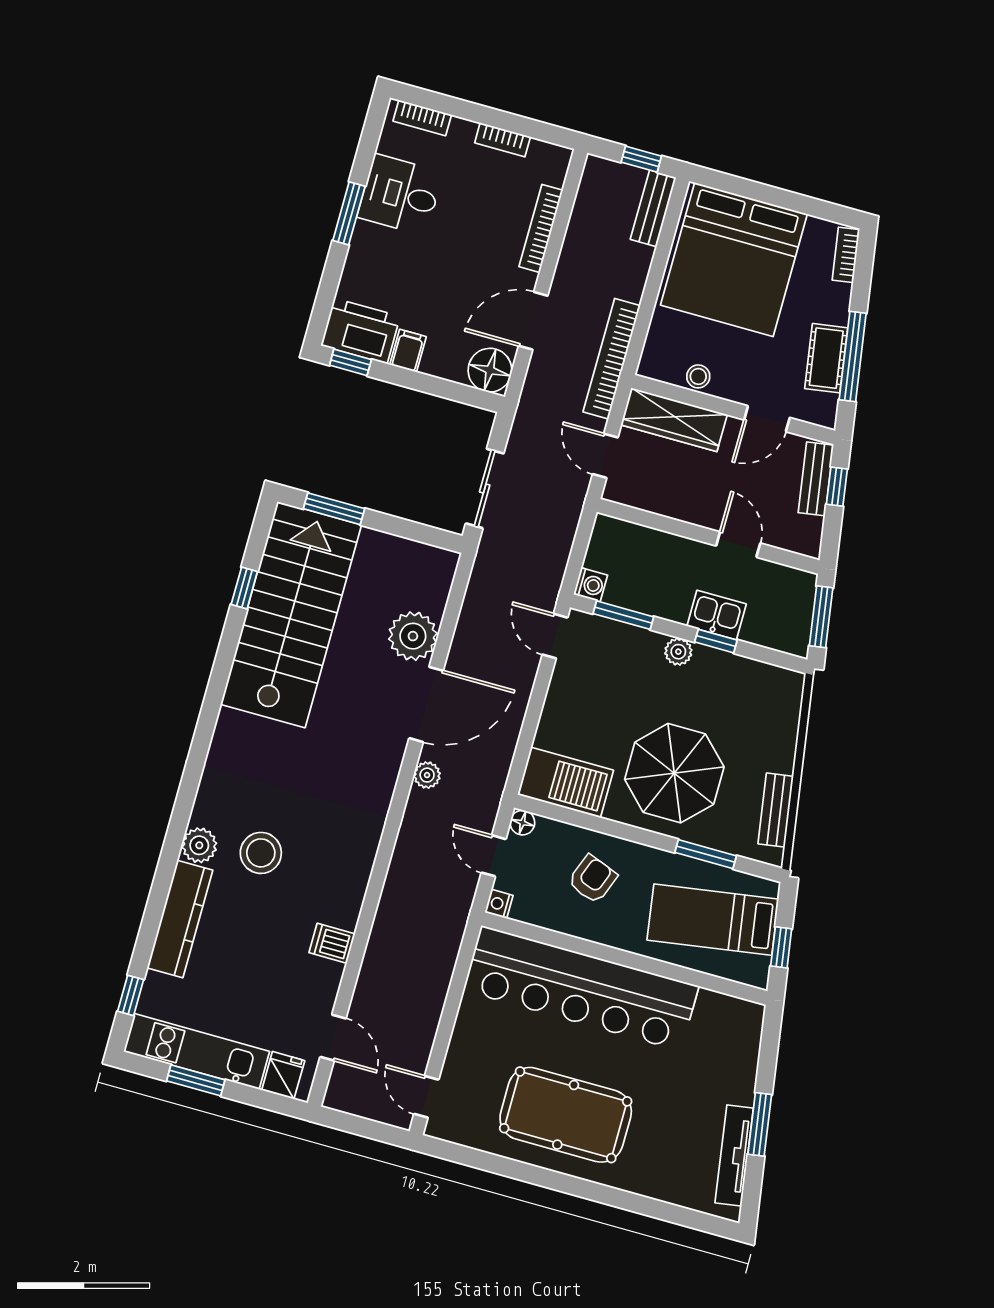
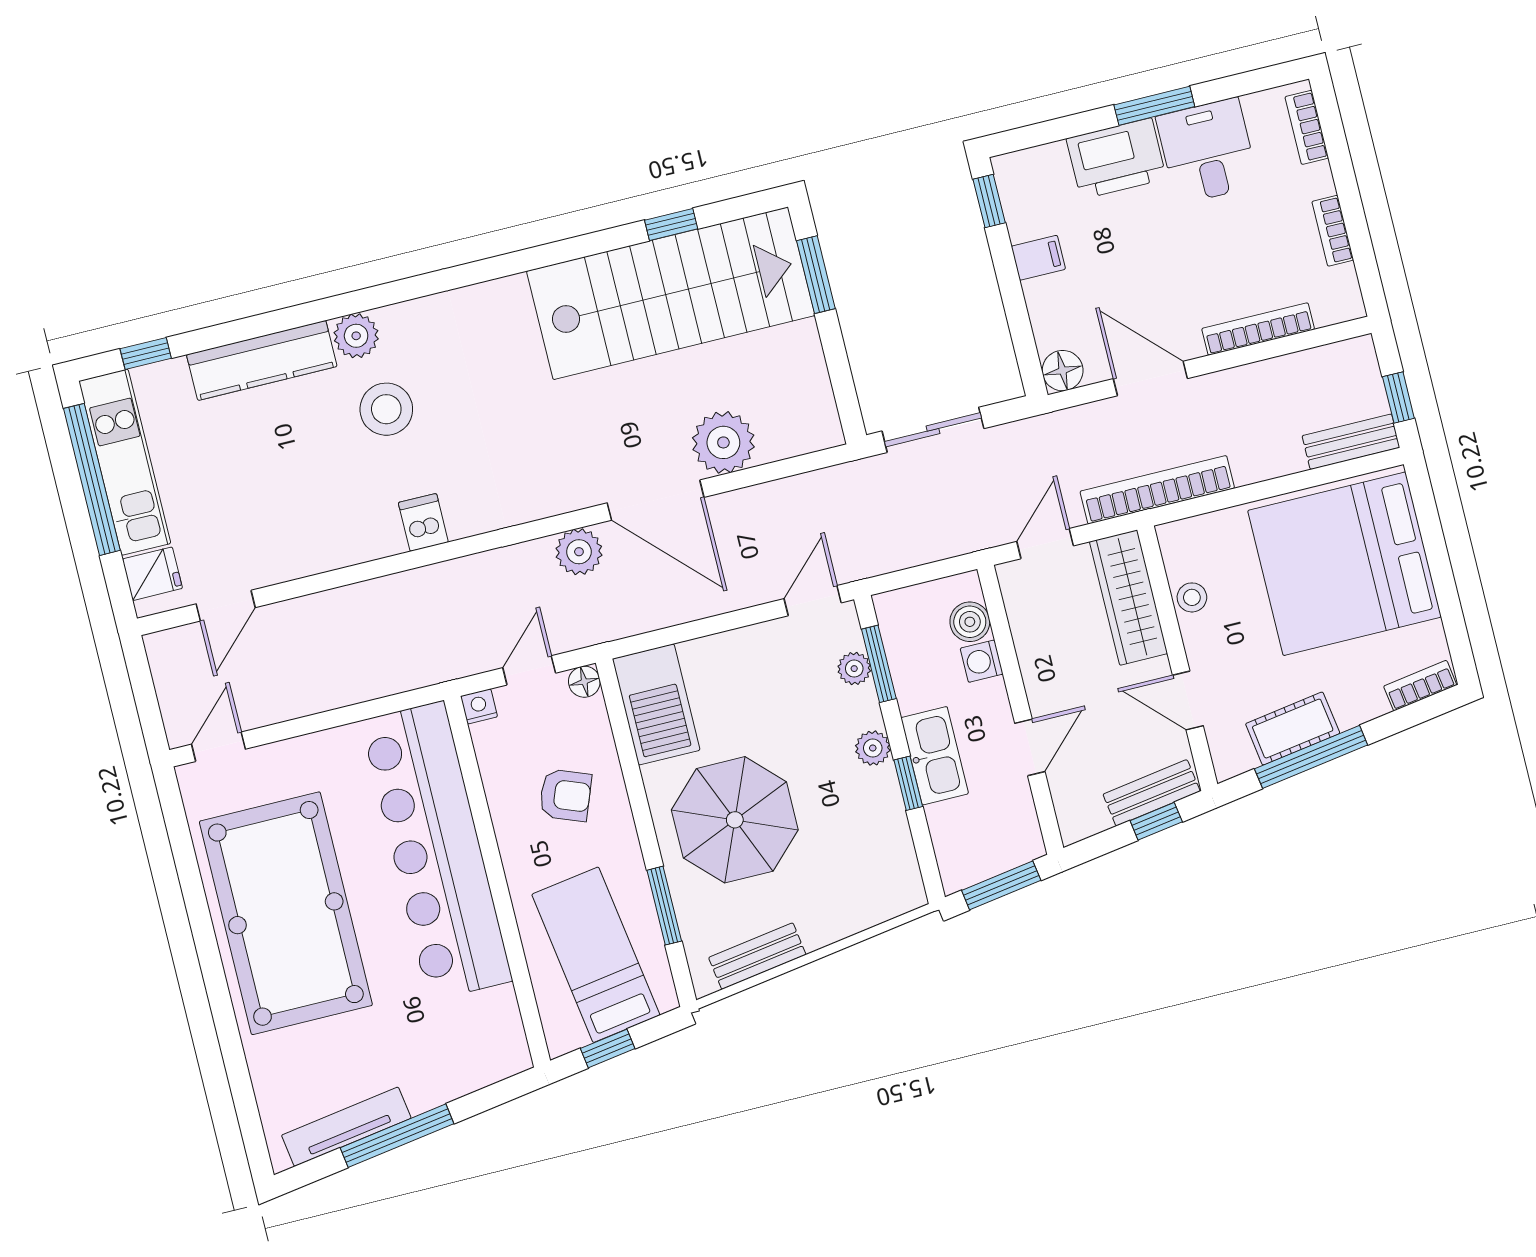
printer: (361, 331) -> (1116, 159), moved, turned 90
floor lamp: (490, 370) -> (1063, 371), width x0.73, depth x0.73
boiler: (630, 537) -> (970, 622), added
washing machine: (591, 585) -> (982, 661), moved, turned 90
kitchen sink: (717, 615) -> (935, 756), width x1.38
plant: (617, 634) -> (854, 669), added
plant: (427, 775) -> (579, 552), width x1.38, depth x1.38
dishwasher: (332, 943) -> (423, 522), moved
window: (196, 1080) -> (92, 479), width x2.11
pool table: (566, 1115) -> (286, 913), width x1.36, depth x1.32
window: (760, 1124) -> (397, 1136), width x1.44

